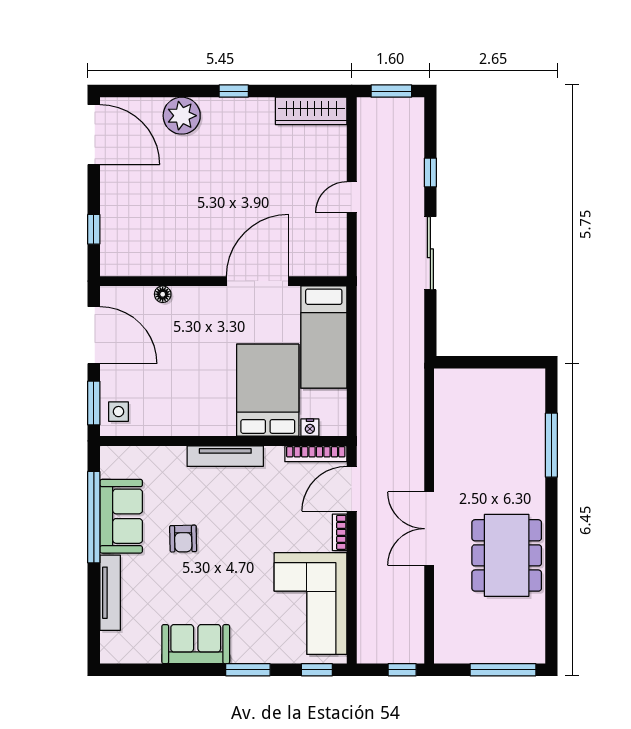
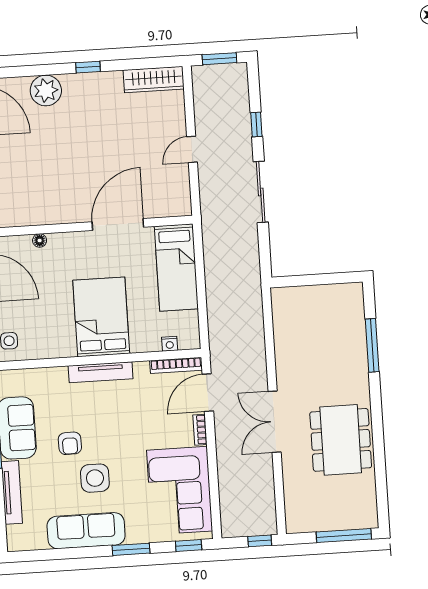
bed: (268, 390) -> (101, 317), moved
side table: (210, 582) -> (95, 478), added
sofa: (196, 644) -> (86, 531), width x1.36

